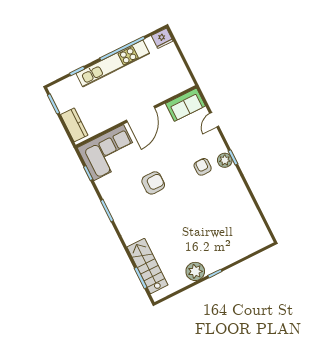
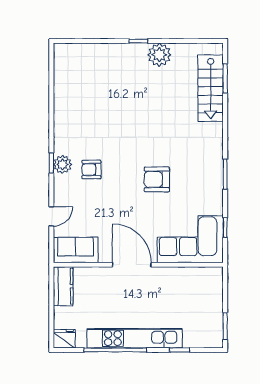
door: (141, 114) -> (132, 265), hinge flipped
kitchen counter: (74, 125) -> (63, 286), moved, turned 180
armchair: (203, 167) -> (91, 169), turned 90

